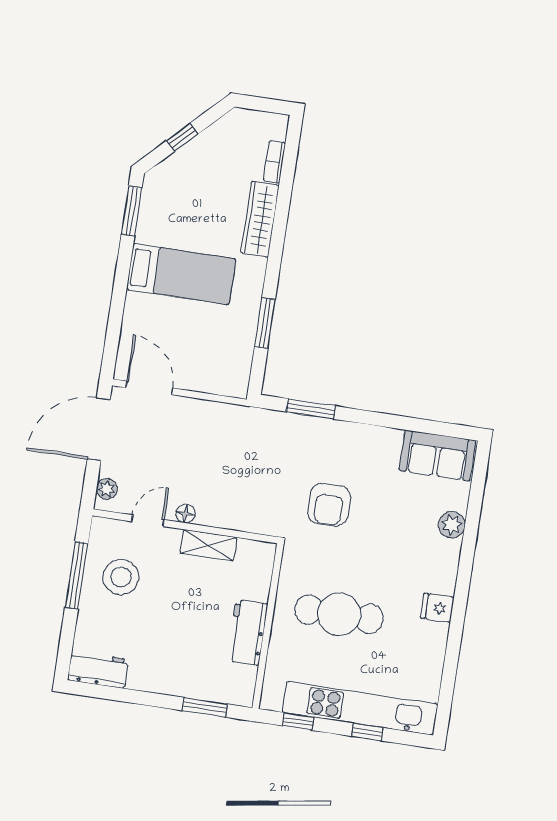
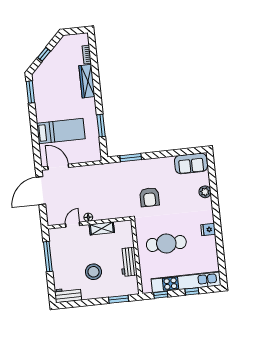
bed: (181, 274) -> (61, 131), moved
plant: (107, 489) -> (51, 216), removed
stool: (121, 577) -> (93, 272), moved

